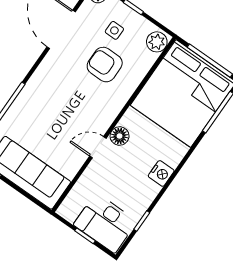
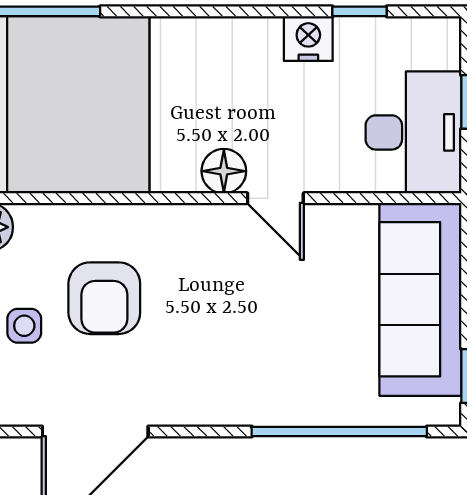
nightstand: (161, 173) -> (308, 39), moved
desk: (105, 223) -> (414, 132), moved

